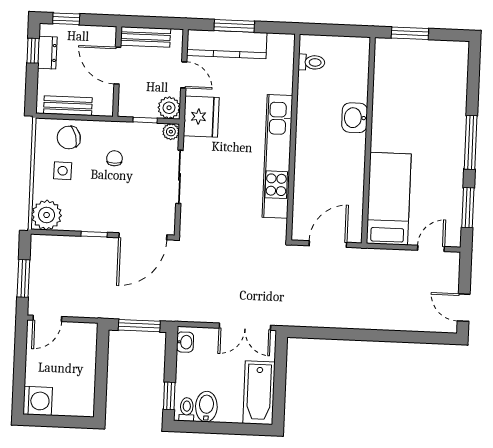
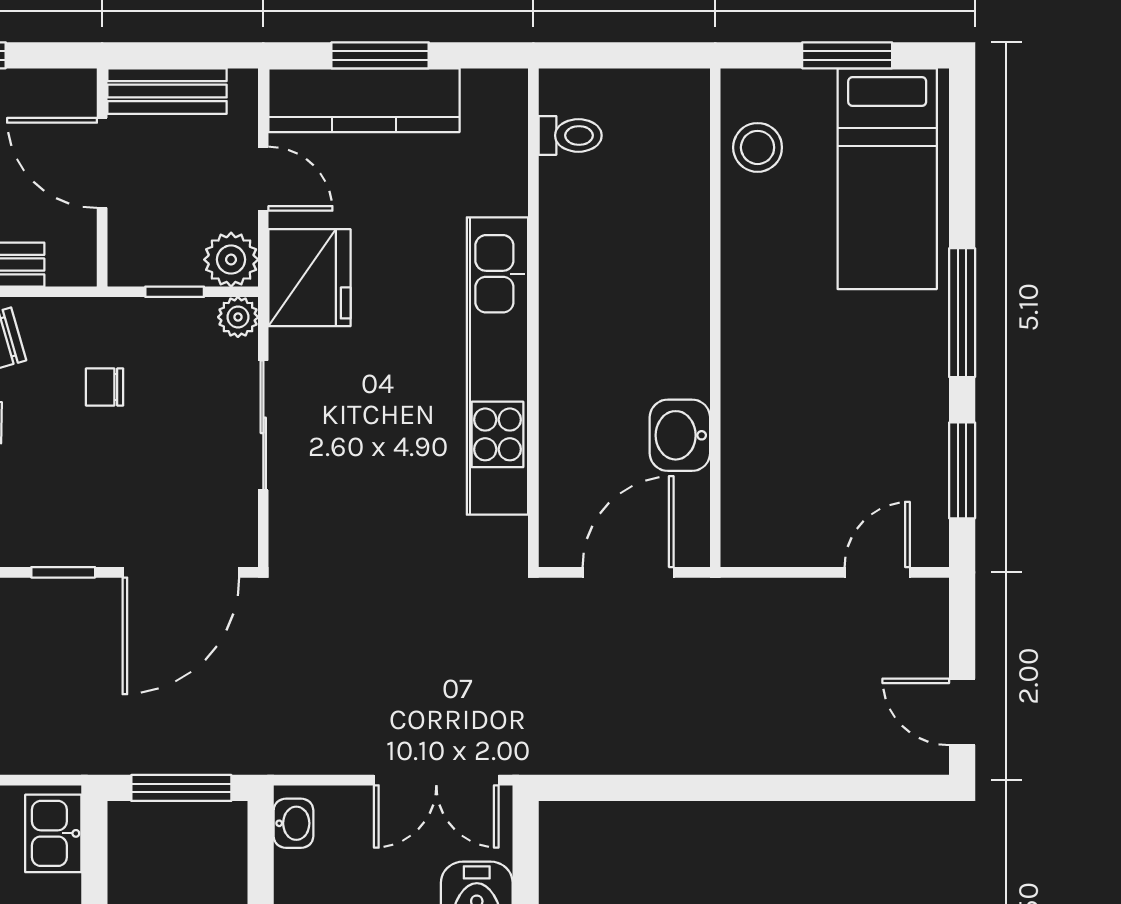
window: (410, 33) -> (847, 55), moved
stool: (389, 70) -> (758, 147), added
washbasin: (355, 118) -> (680, 435), moved
chair: (114, 158) -> (105, 387), turned -90
bed: (389, 199) -> (887, 179), moved, turned 180
kitchen sink: (86, 342) -> (53, 833), added

